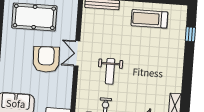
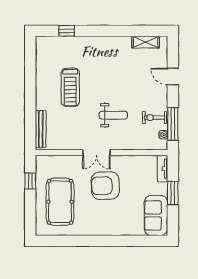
treadmill: (149, 19) -> (70, 87), moved

